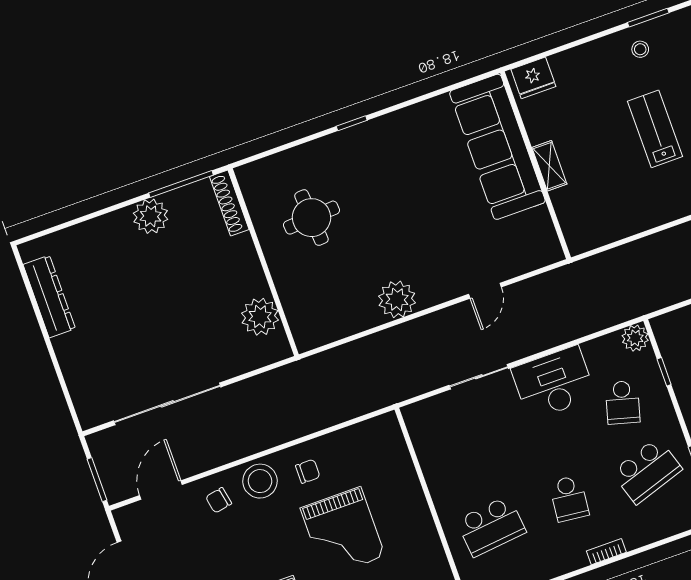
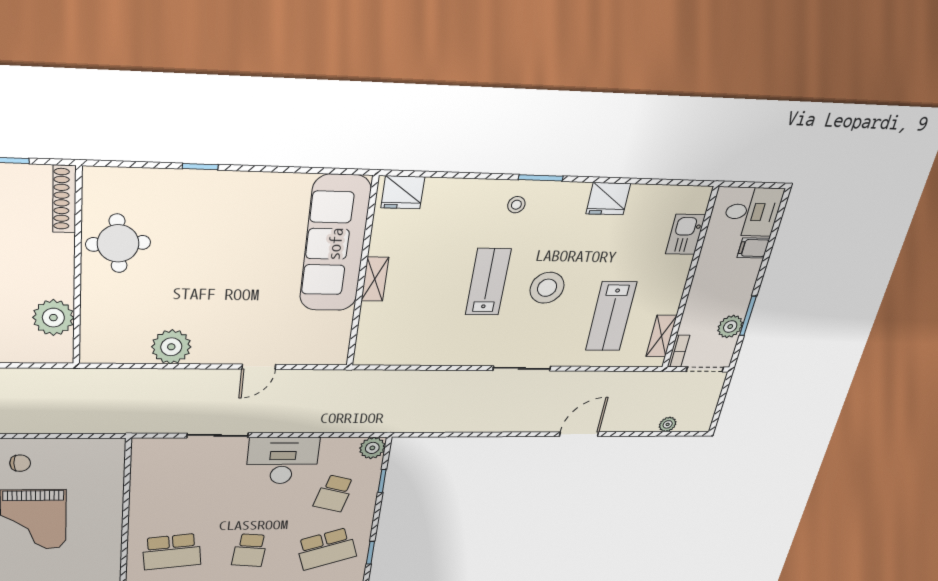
shoe rack: (229, 203) -> (64, 199), moved
wall: (263, 262) -> (78, 269), moved
plant: (260, 317) -> (53, 318), moved

